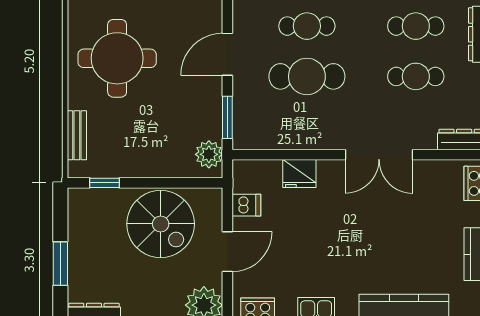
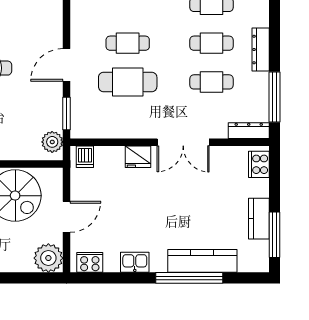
fridge: (299, 174) -> (138, 157), moved
dishwasher: (246, 205) -> (85, 157), moved, turned 90

